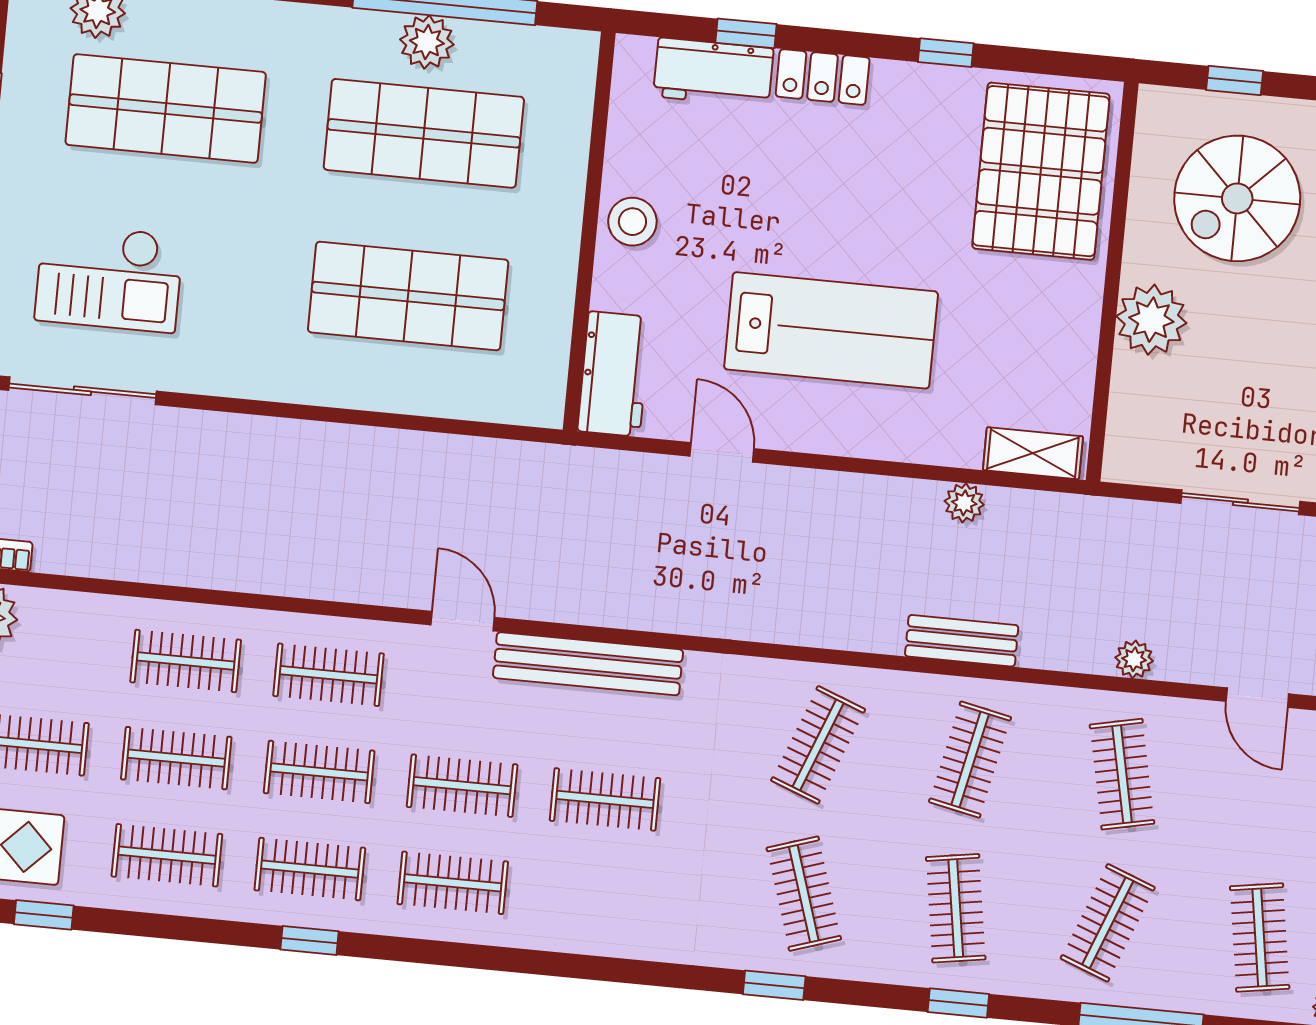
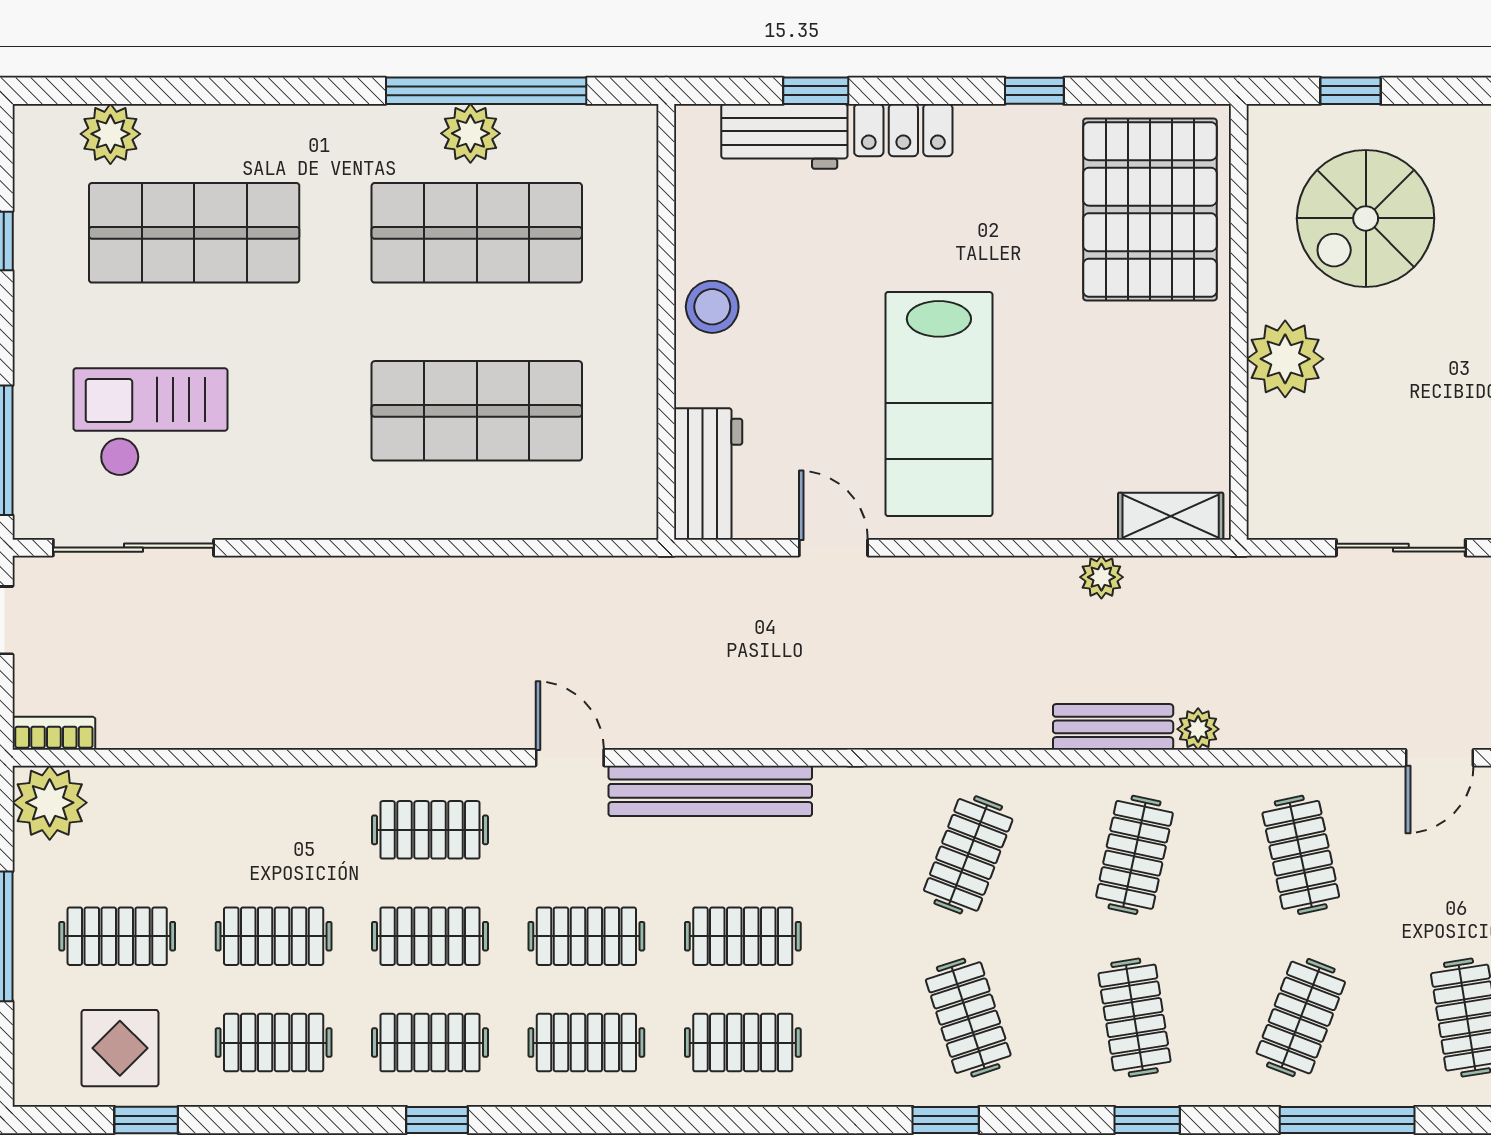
checkout: (109, 278) -> (150, 422), turned 180
lab bench: (831, 330) -> (939, 404), turned 90
plant: (1134, 659) -> (1198, 729), moved
clothes rail: (186, 661) -> (743, 1043), moved
door: (1257, 698) -> (1440, 758), hinge flipped

